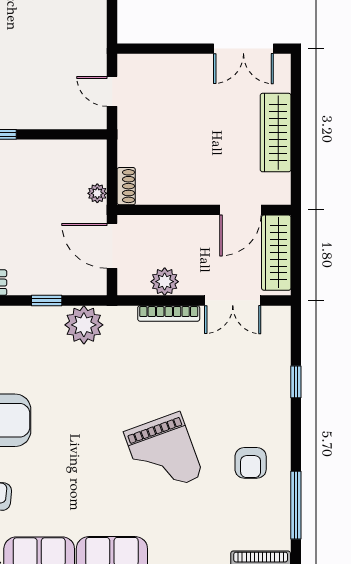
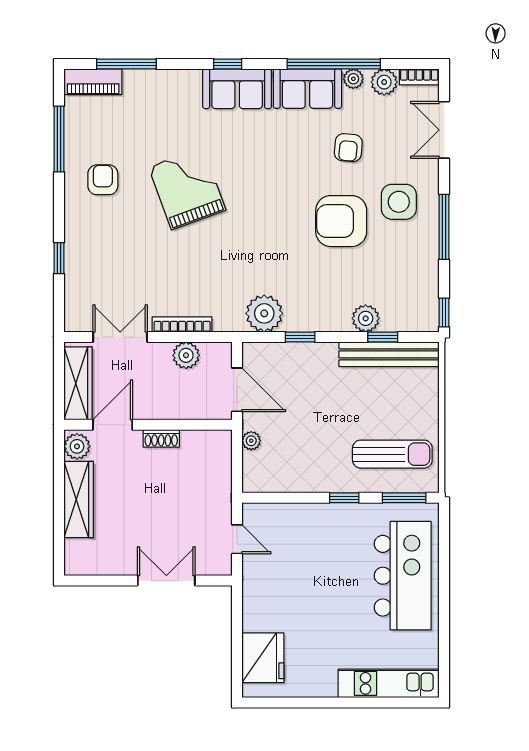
double door: (243, 49) -> (166, 581), moved
shoe rack: (126, 186) -> (161, 438), moved, turned -90
plant: (277, 187) -> (77, 446), added

